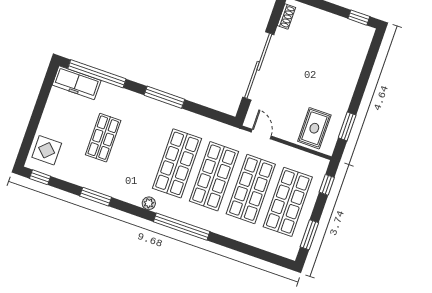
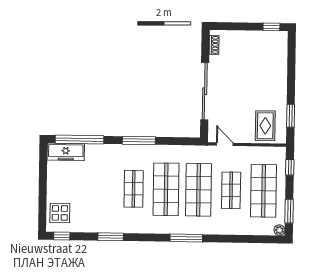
shop shelf: (103, 138) -> (134, 189), moved
shop shelf: (251, 189) -> (231, 190), width x0.70, depth x0.74
plant: (149, 203) -> (279, 230), moved
window: (182, 227) -> (186, 238), width x0.68

